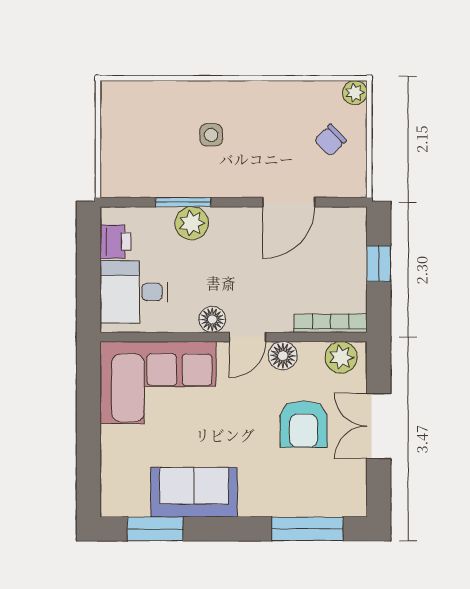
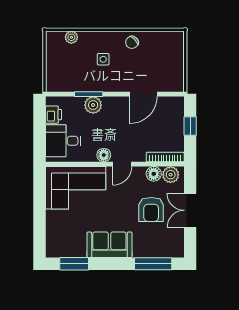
plant: (355, 93) -> (71, 37), moved
chair: (330, 140) -> (132, 42), moved
floor lamp: (283, 356) -> (154, 174), moved
sofa: (194, 492) -> (109, 245), moved

